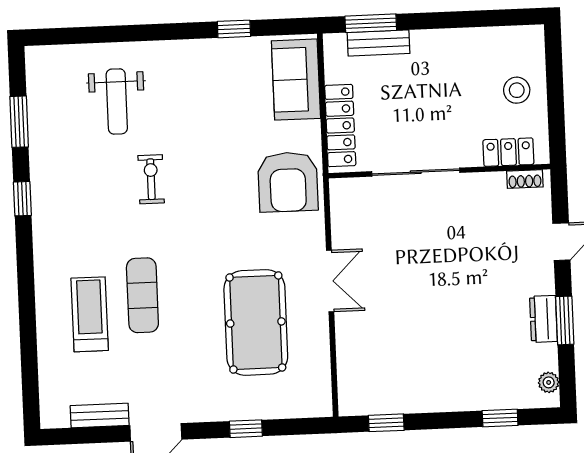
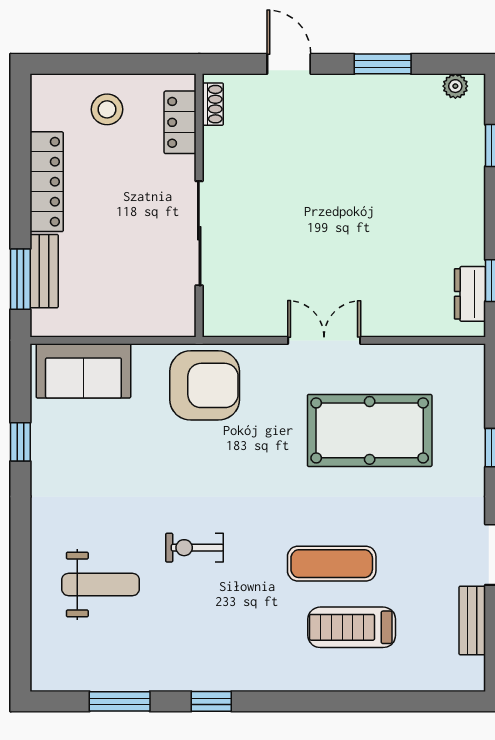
locker: (340, 126) -> (47, 182), moved, turned 90
dresser: (543, 319) -> (470, 294), moved, turned 90

